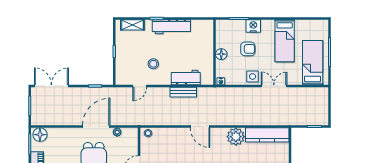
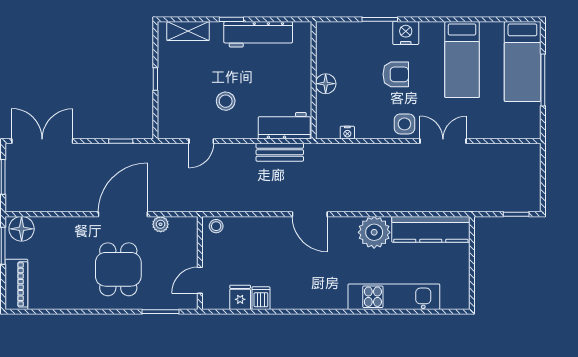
wall: (215, 52) -> (314, 80), moved
floor lamp: (221, 54) -> (326, 84), moved
bed: (313, 63) -> (522, 62), moved, turned 180

